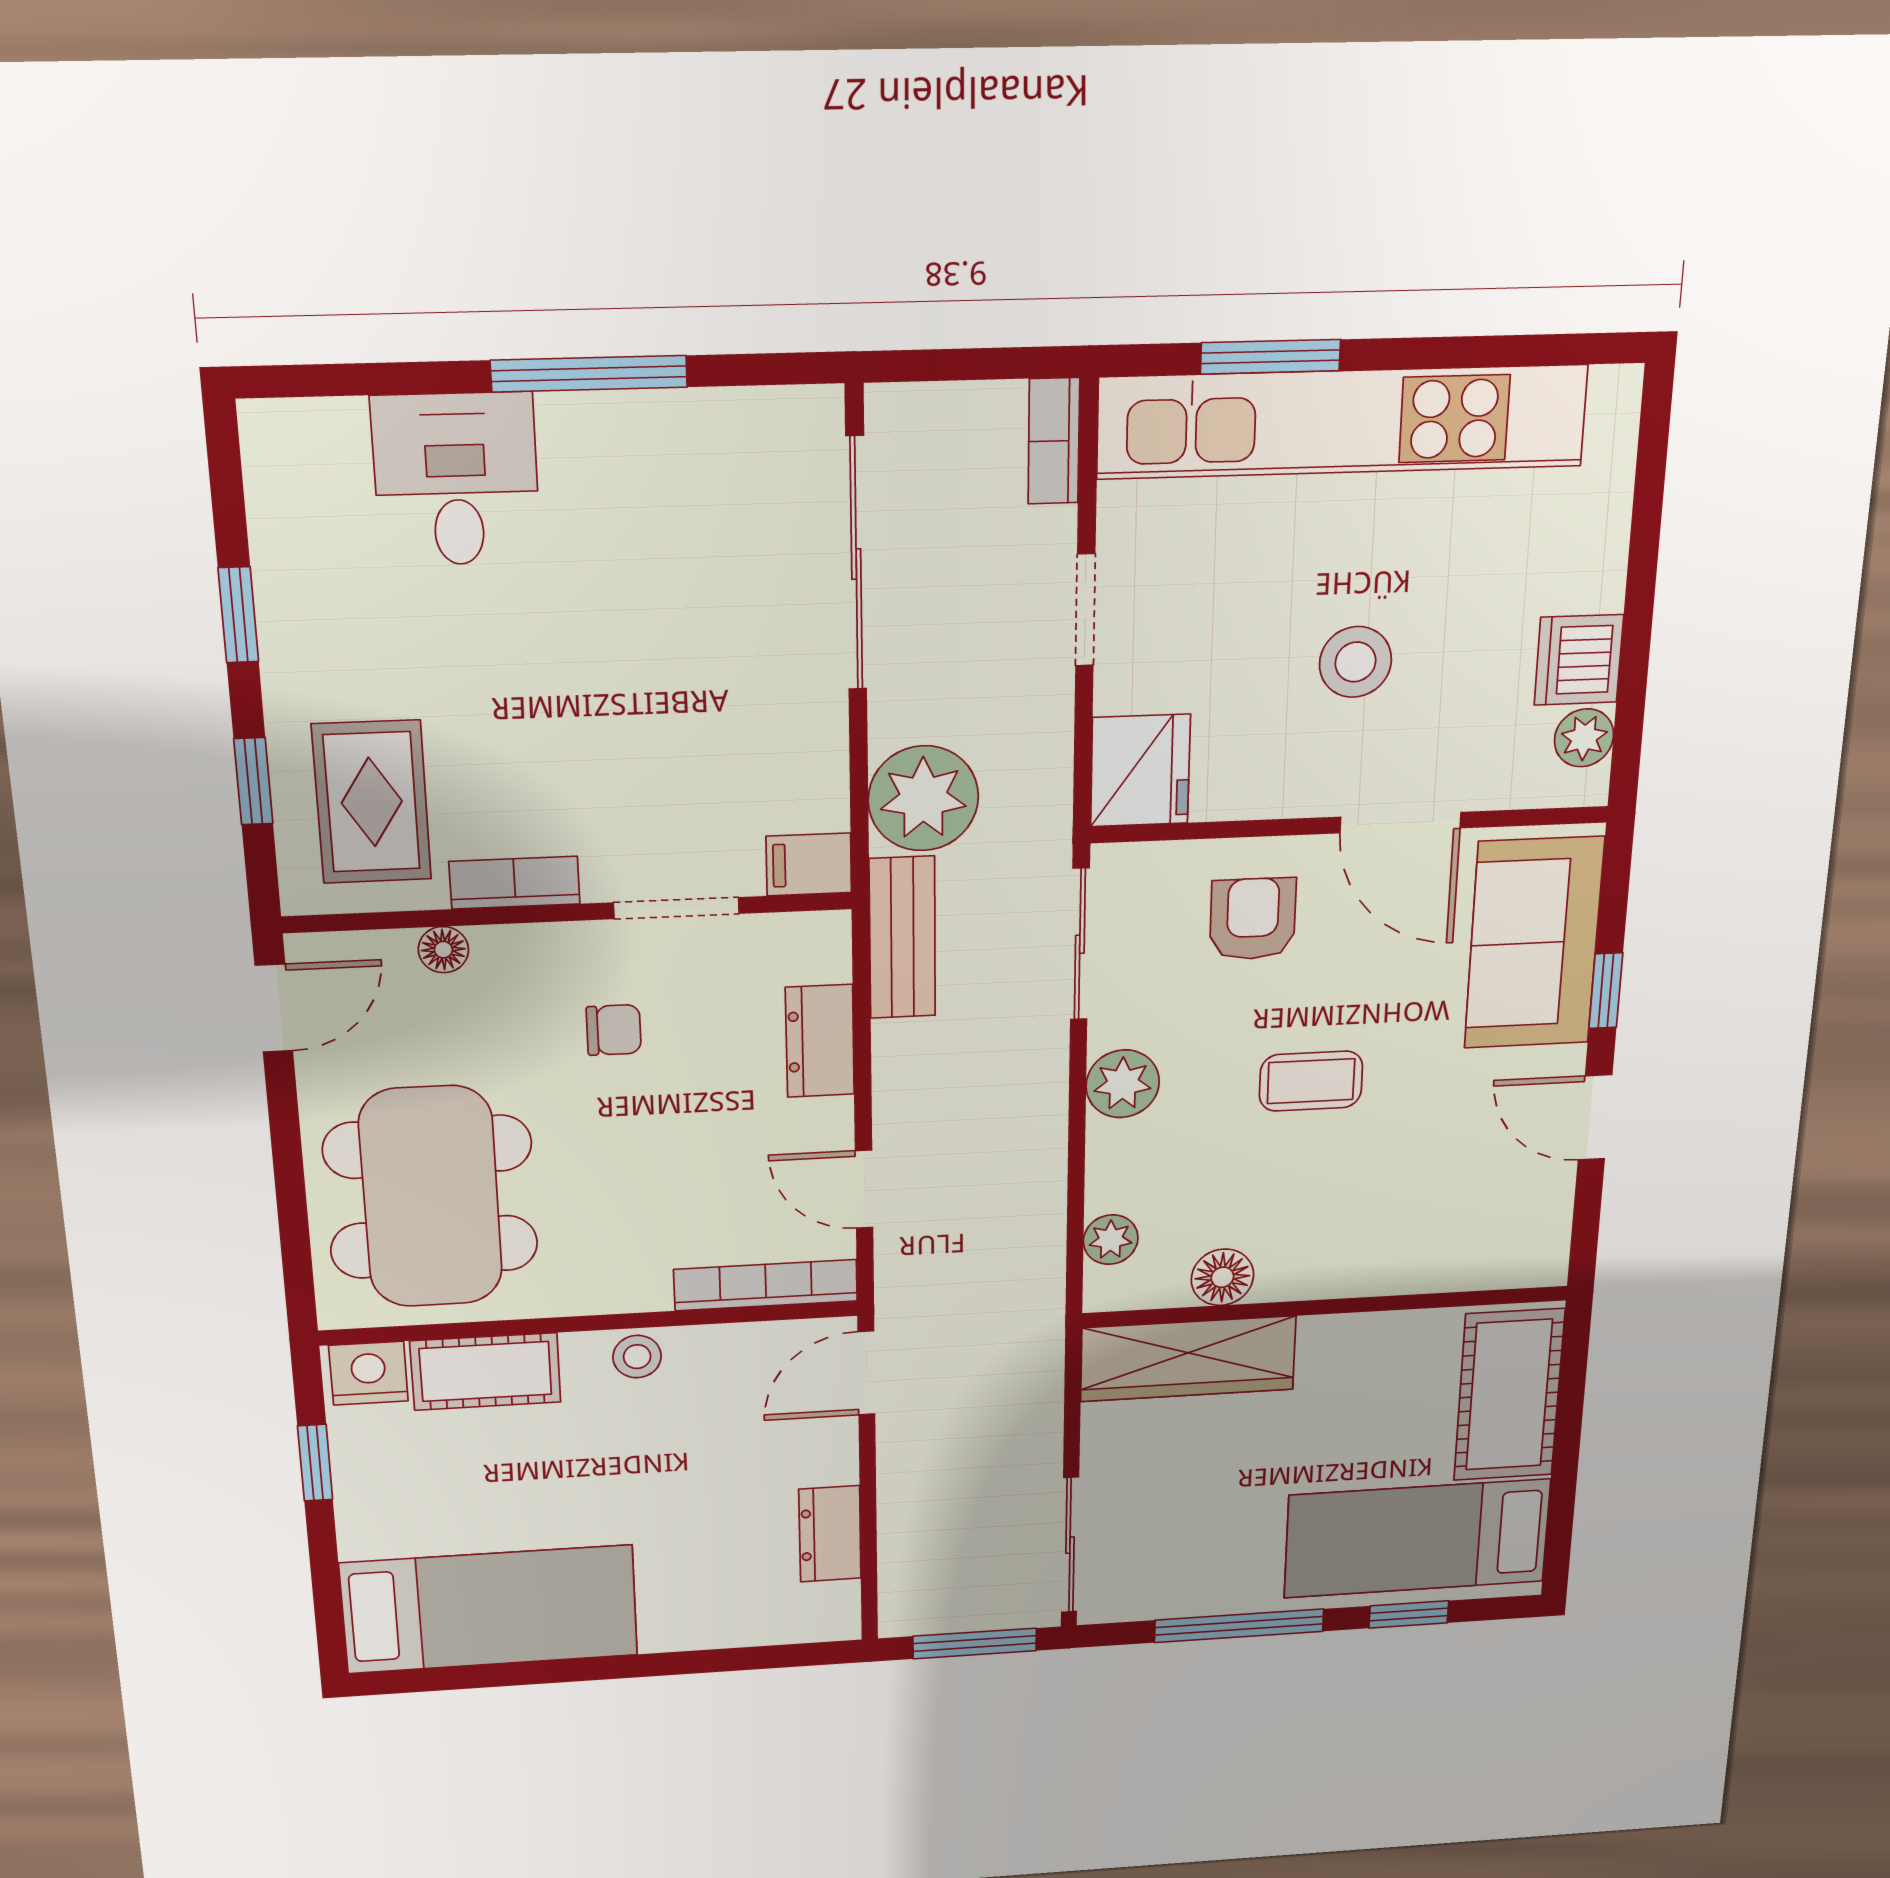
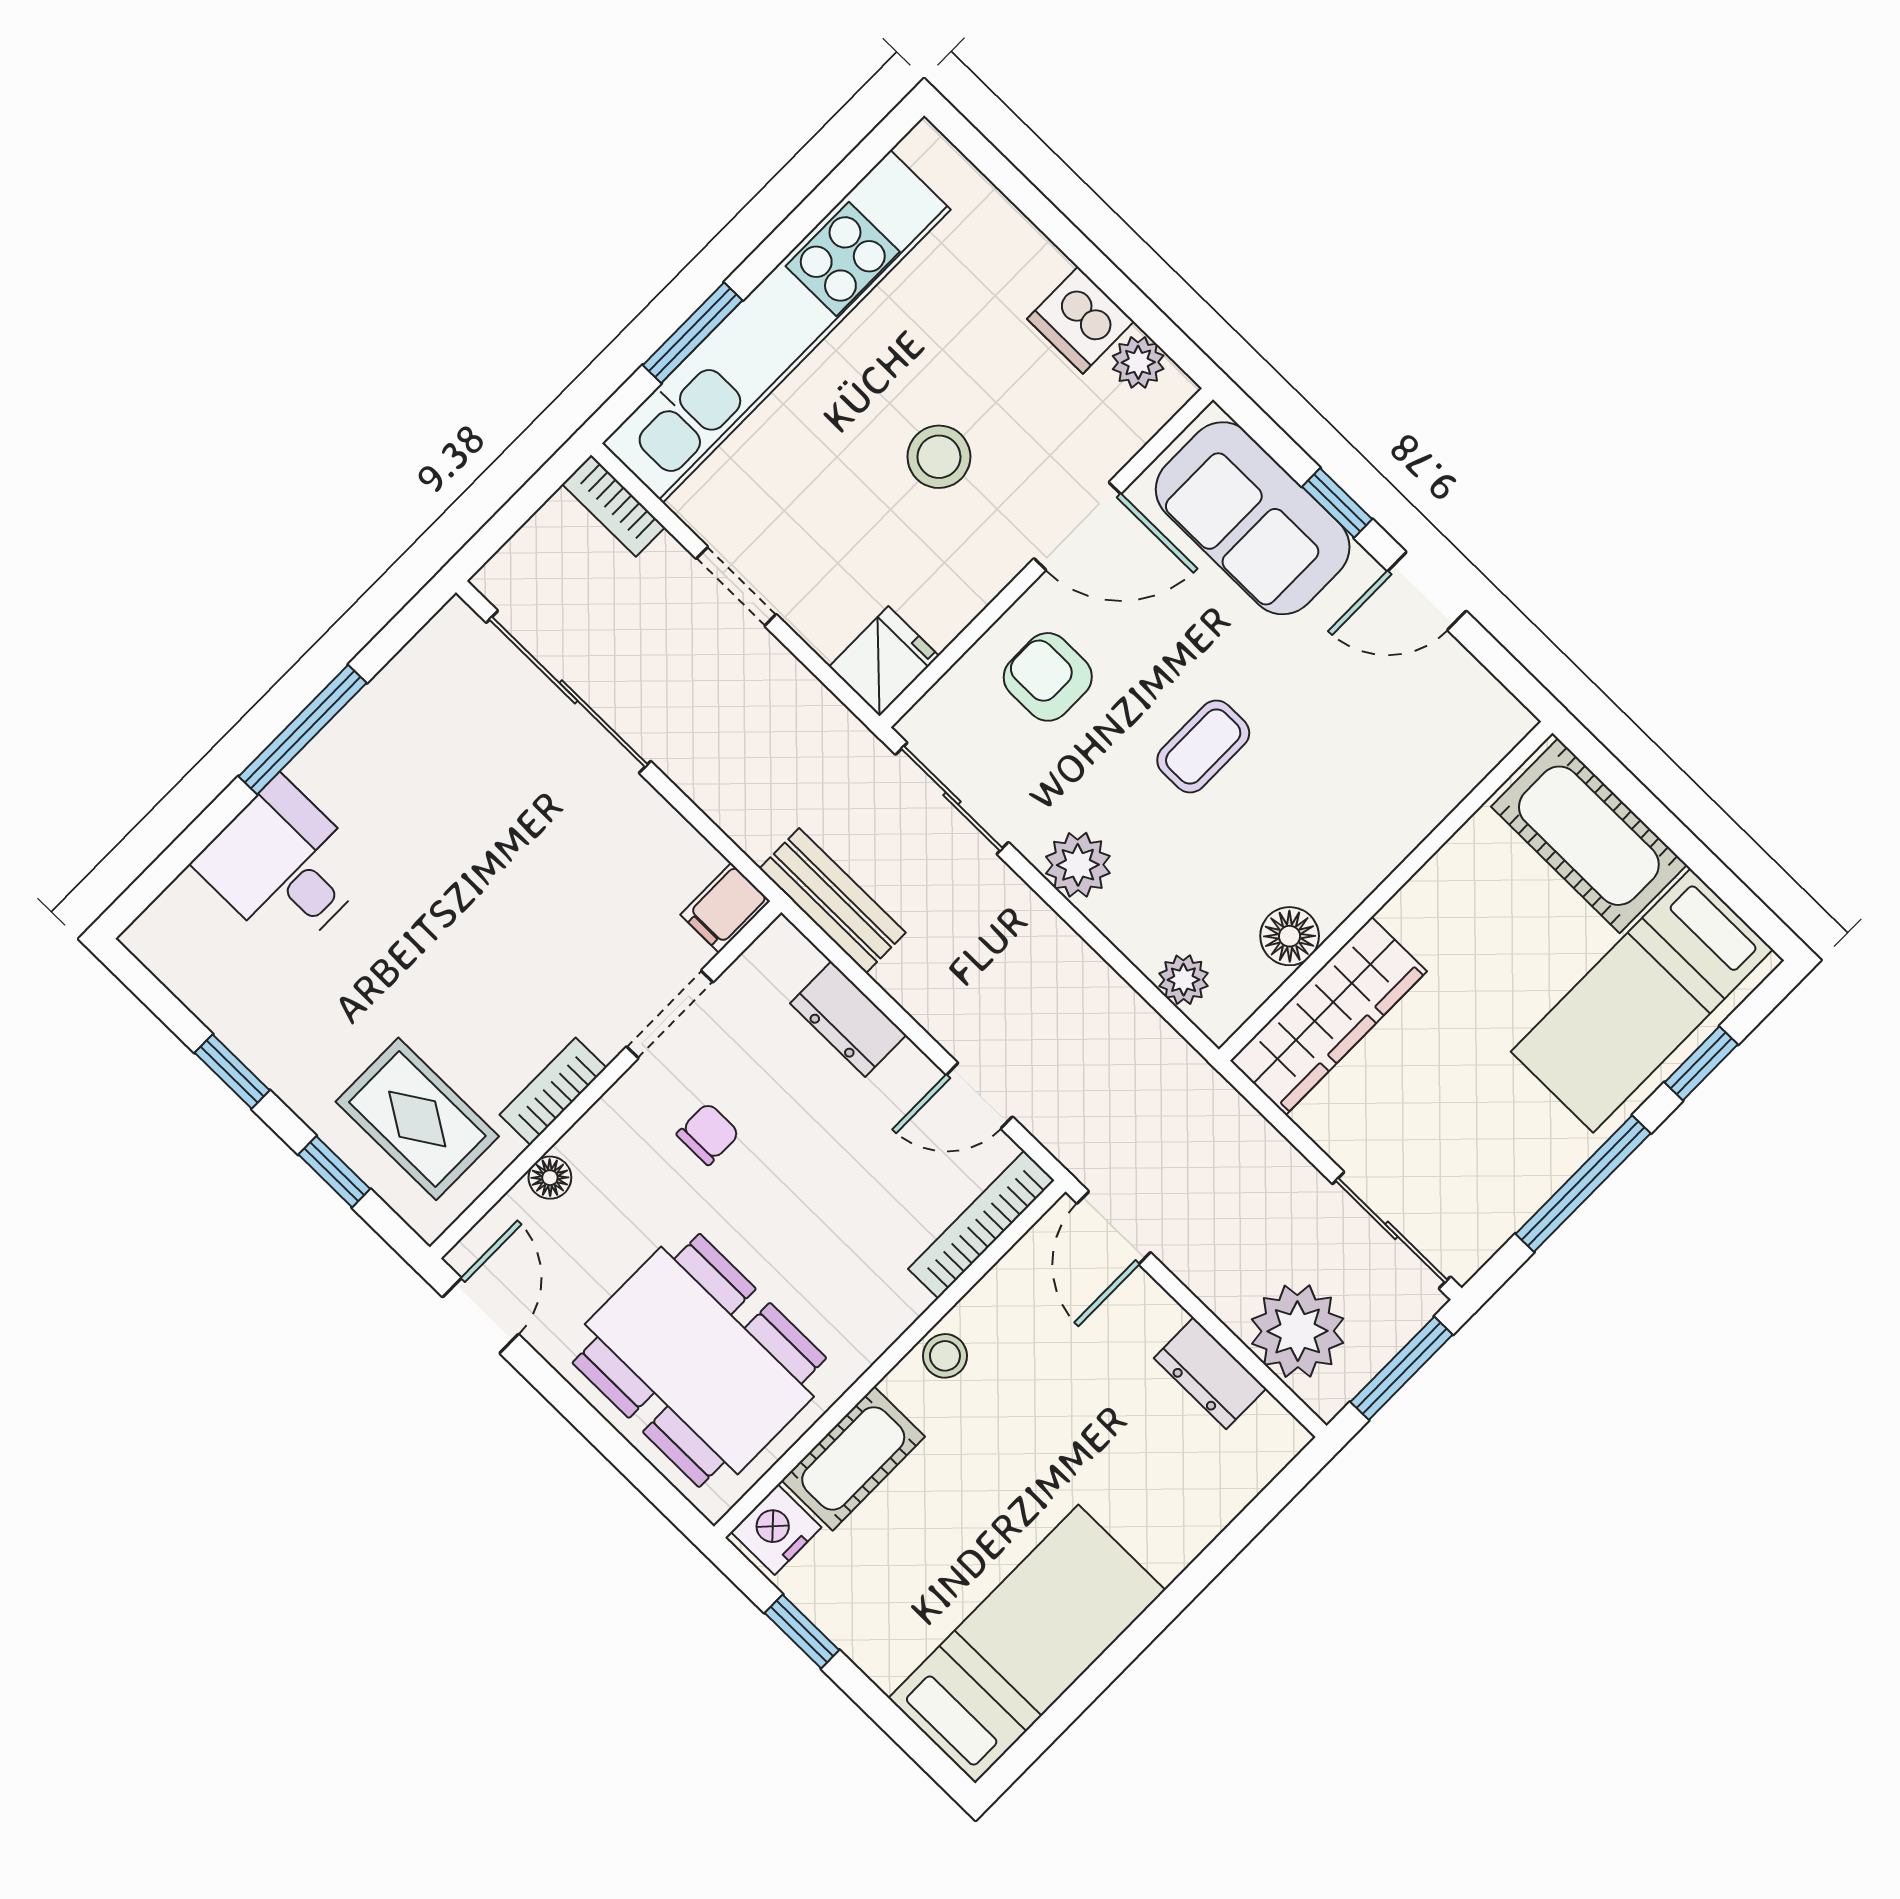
fridge: (1140, 771) -> (884, 661), width x0.72
plant: (923, 798) -> (1298, 1331), moved

